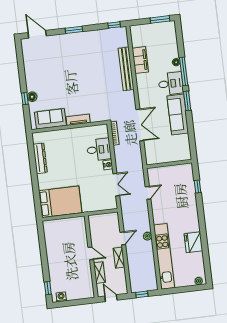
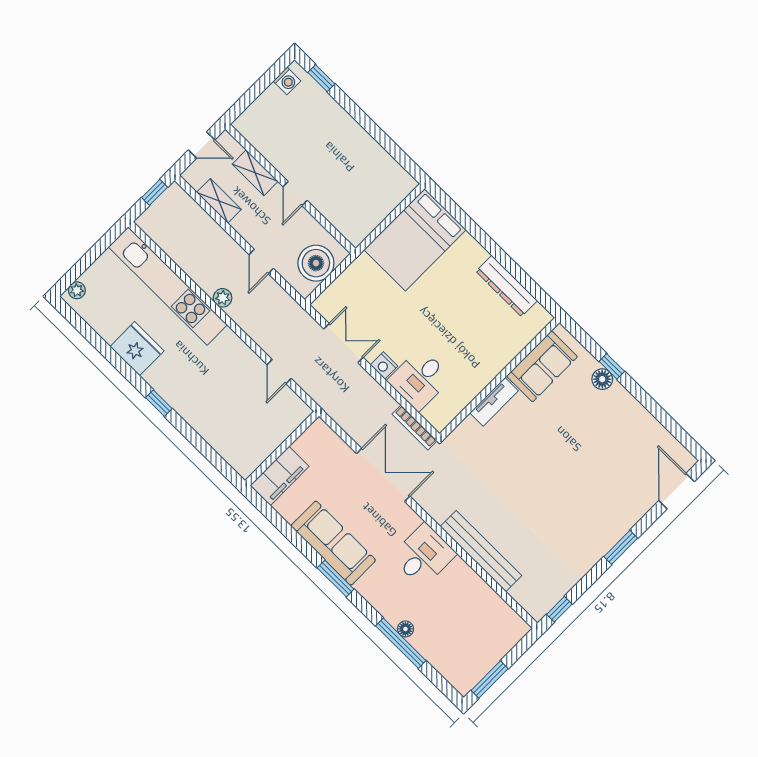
door: (37, 34) -> (677, 491), swing flipped
filing cabinet: (140, 60) -> (279, 476), moved, turned -90
window: (184, 71) -> (401, 643), moved
desk: (171, 84) -> (424, 555), moved, turned 180
double door: (140, 125) -> (383, 475), swing flipped
double door: (116, 185) -> (344, 343), swing flipped
window: (198, 186) -> (159, 403), moved
boiler: (103, 222) -> (316, 263), added
door: (91, 253) -> (295, 194), hinge flipped
shelving: (119, 258) -> (219, 201), moved

